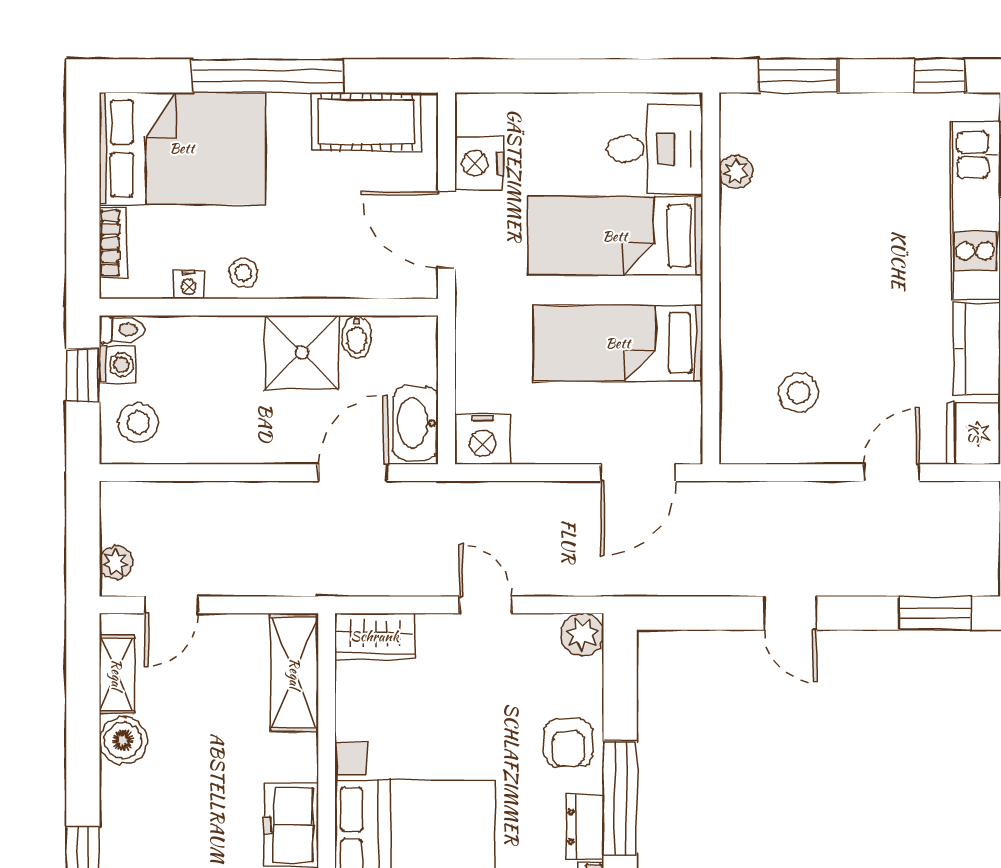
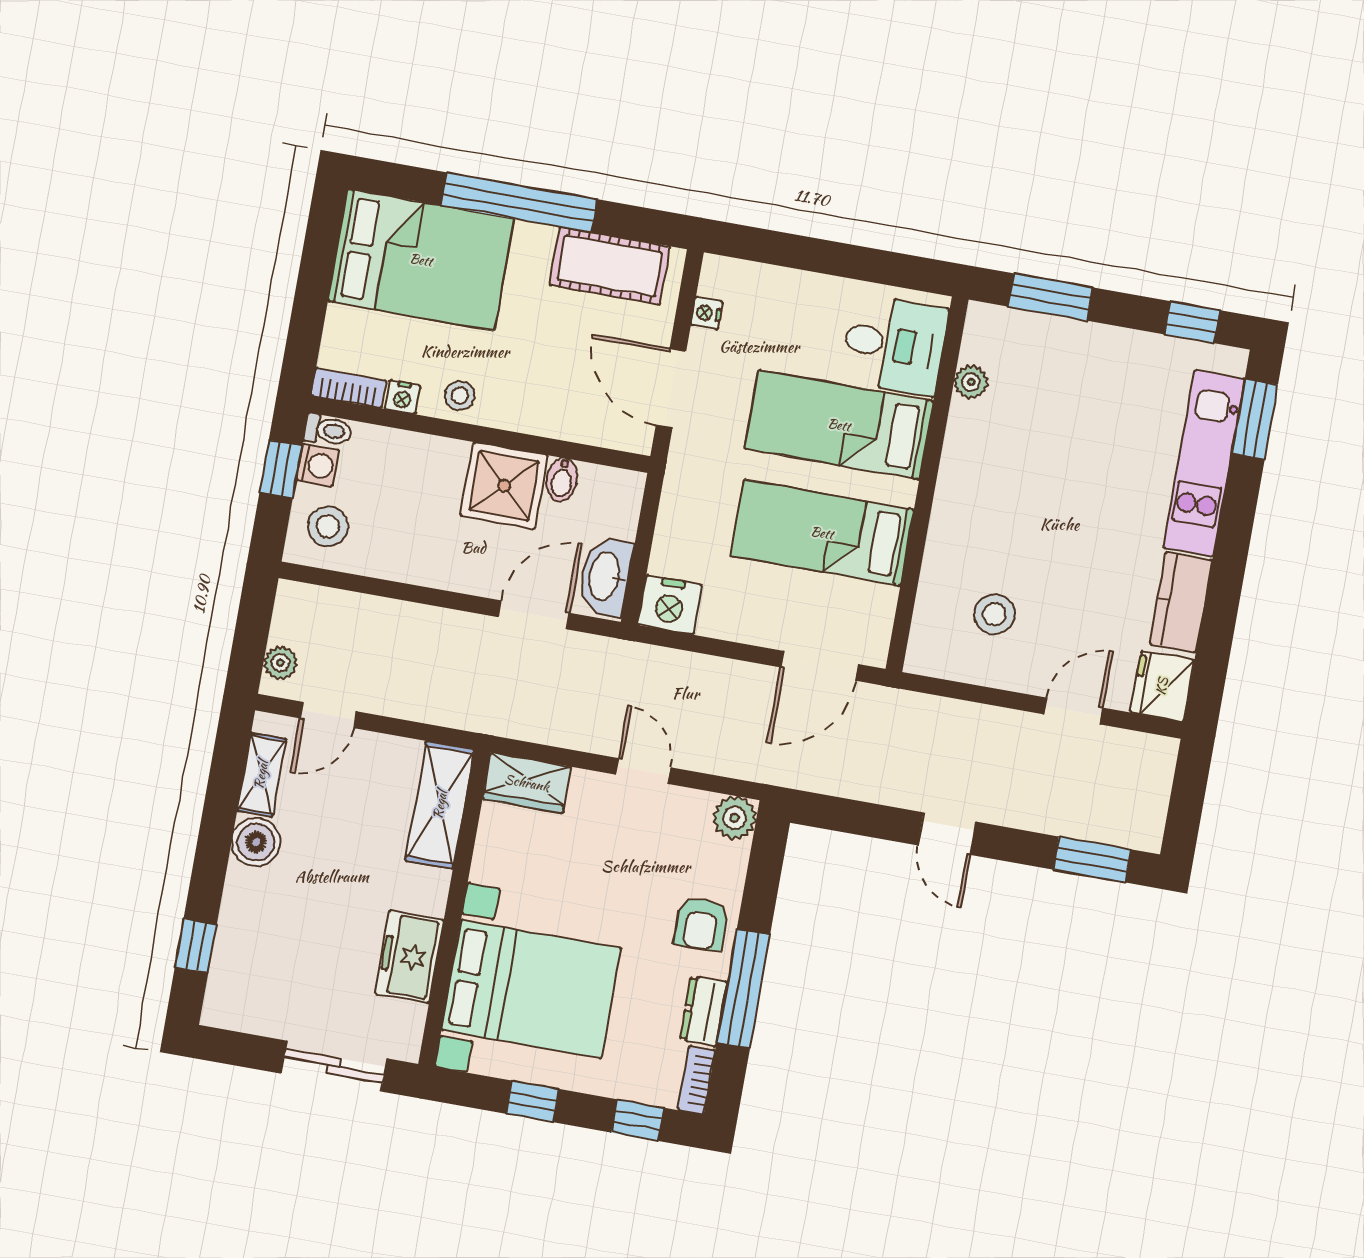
nightstand: (479, 163) -> (707, 313), width x0.53, depth x0.56
bookcase: (113, 243) -> (349, 388), moved, turned -90

